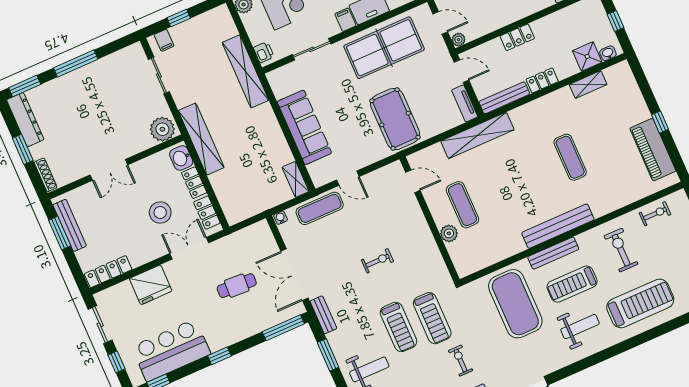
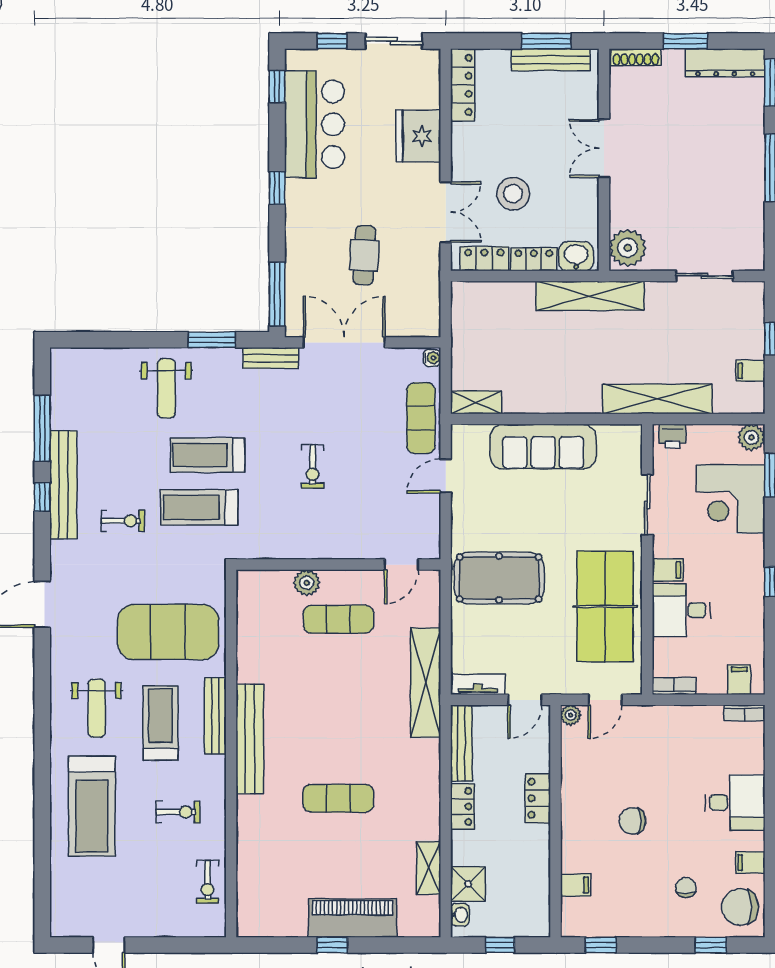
filing cabinet: (164, 40) -> (750, 371), moved
piano: (653, 150) -> (353, 918), moved
exercise bike: (621, 250) -> (178, 812), width x0.73, depth x0.72

